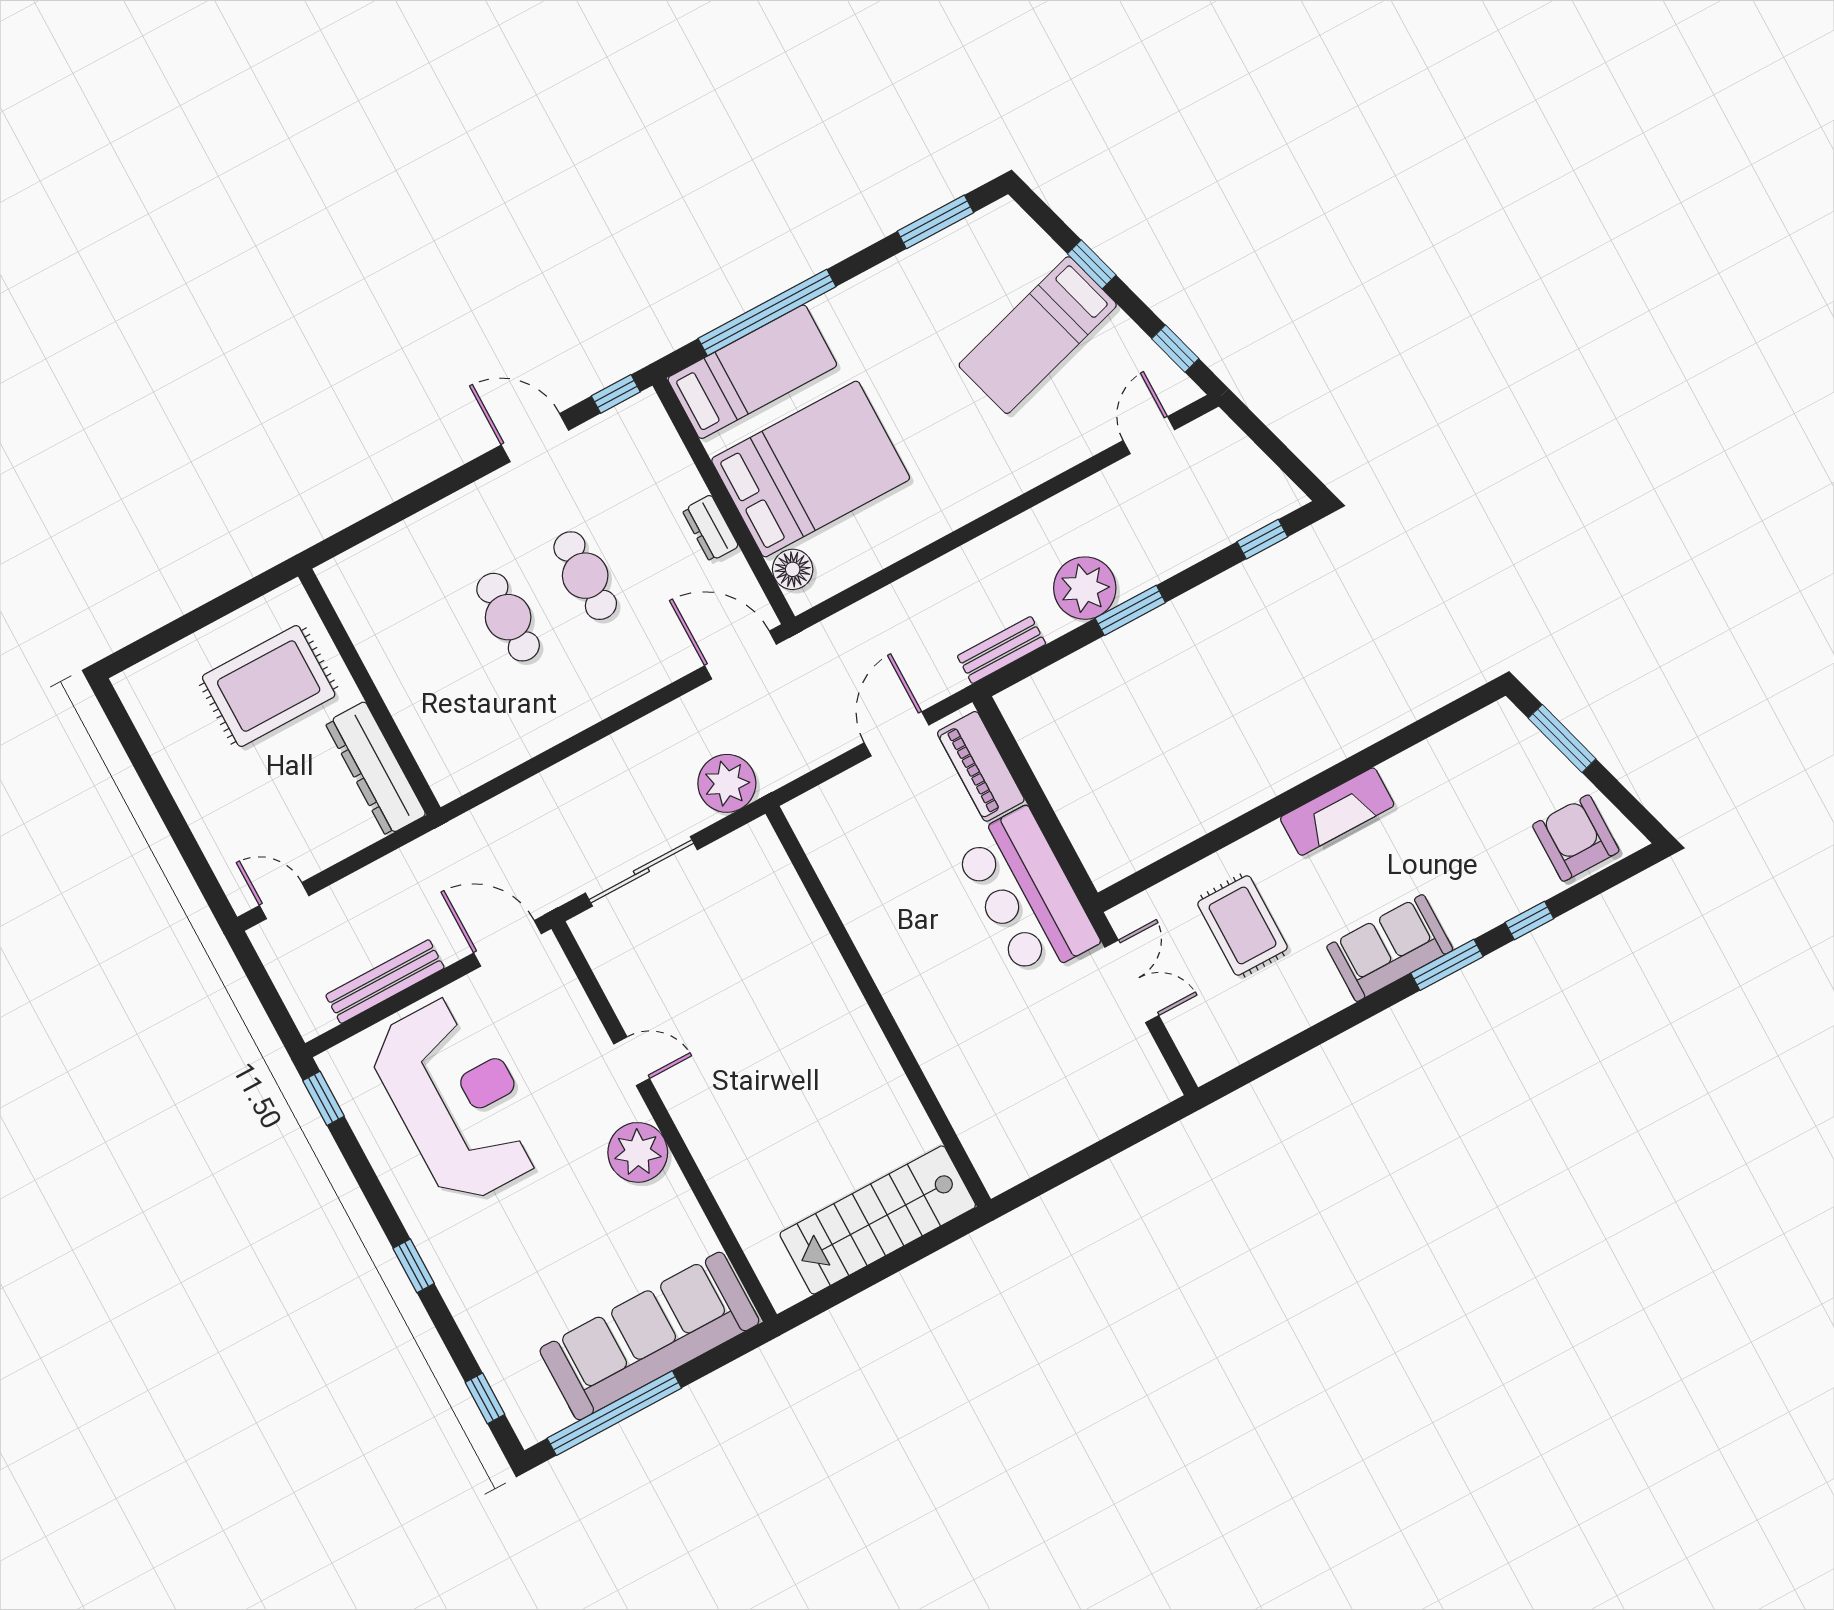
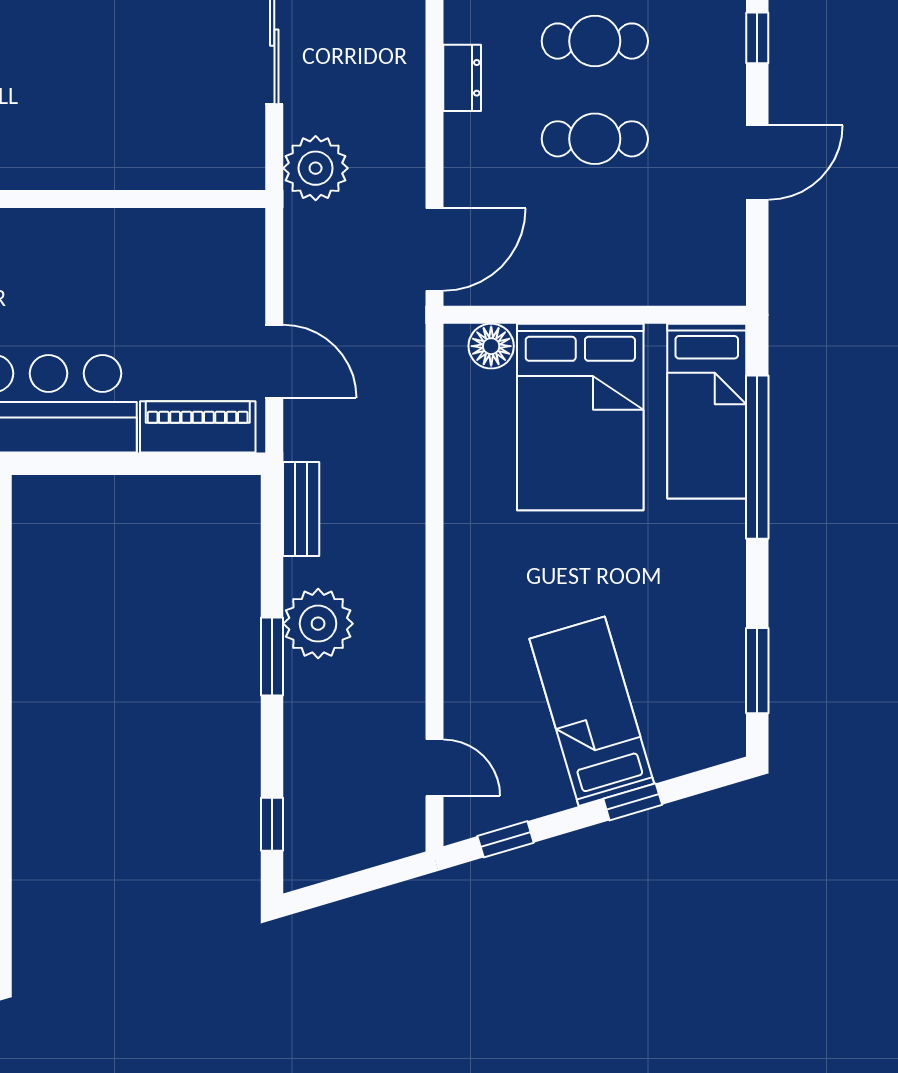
window: (616, 394) -> (757, 38), moved
dresser: (710, 528) -> (462, 78), moved, turned 90

